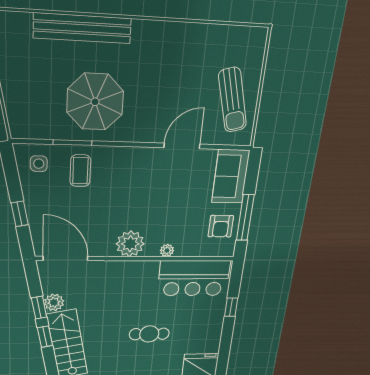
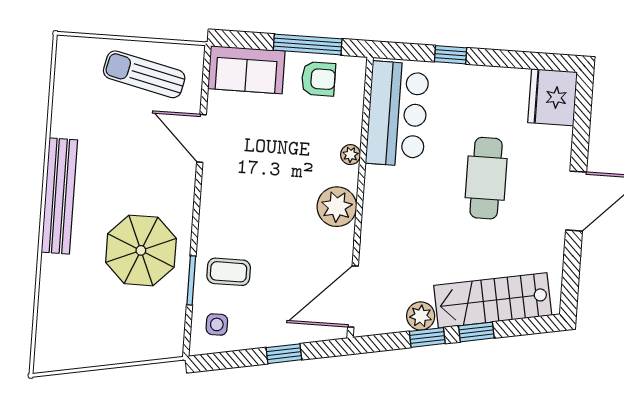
bench: (82, 28) -> (59, 196), moved
sun lounger: (233, 100) -> (144, 74), turned -152
cafe table: (149, 334) -> (486, 178), width x1.37, depth x1.35

